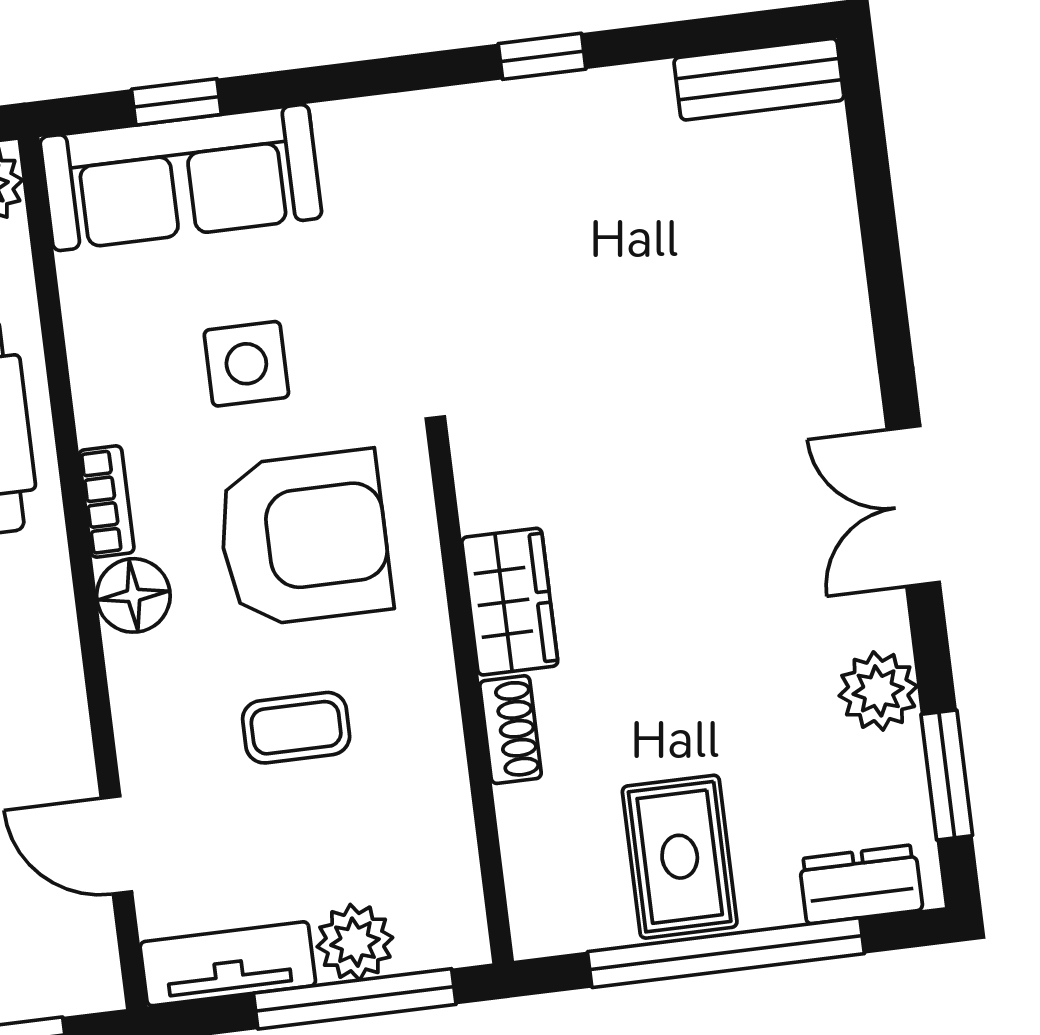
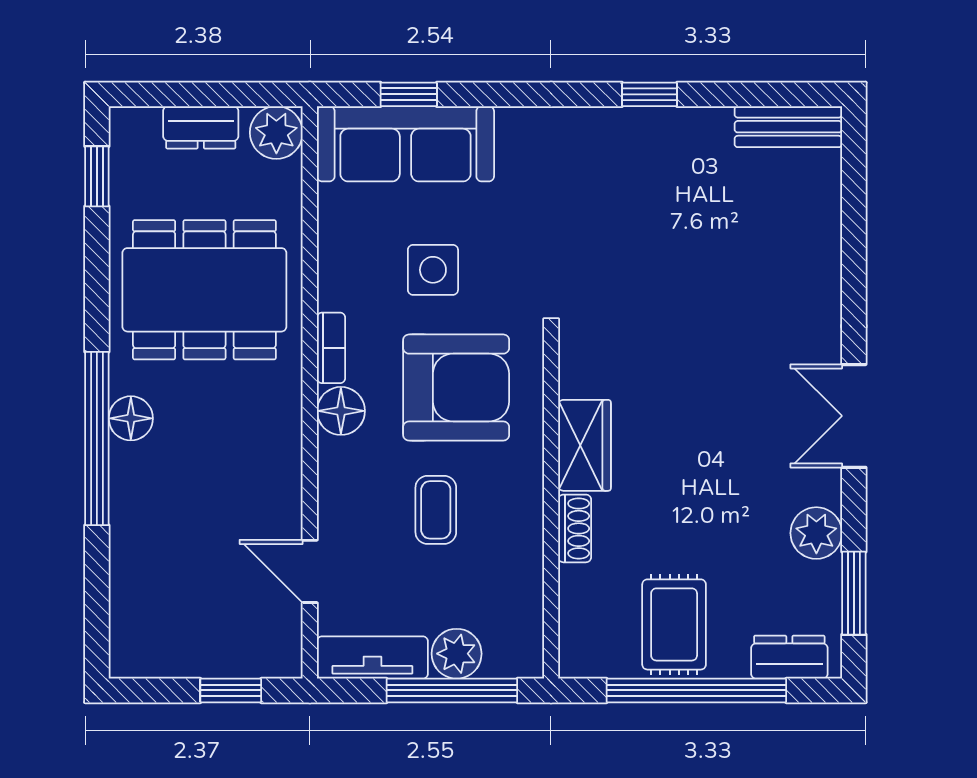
coffee table: (296, 728) -> (436, 510), turned 90

